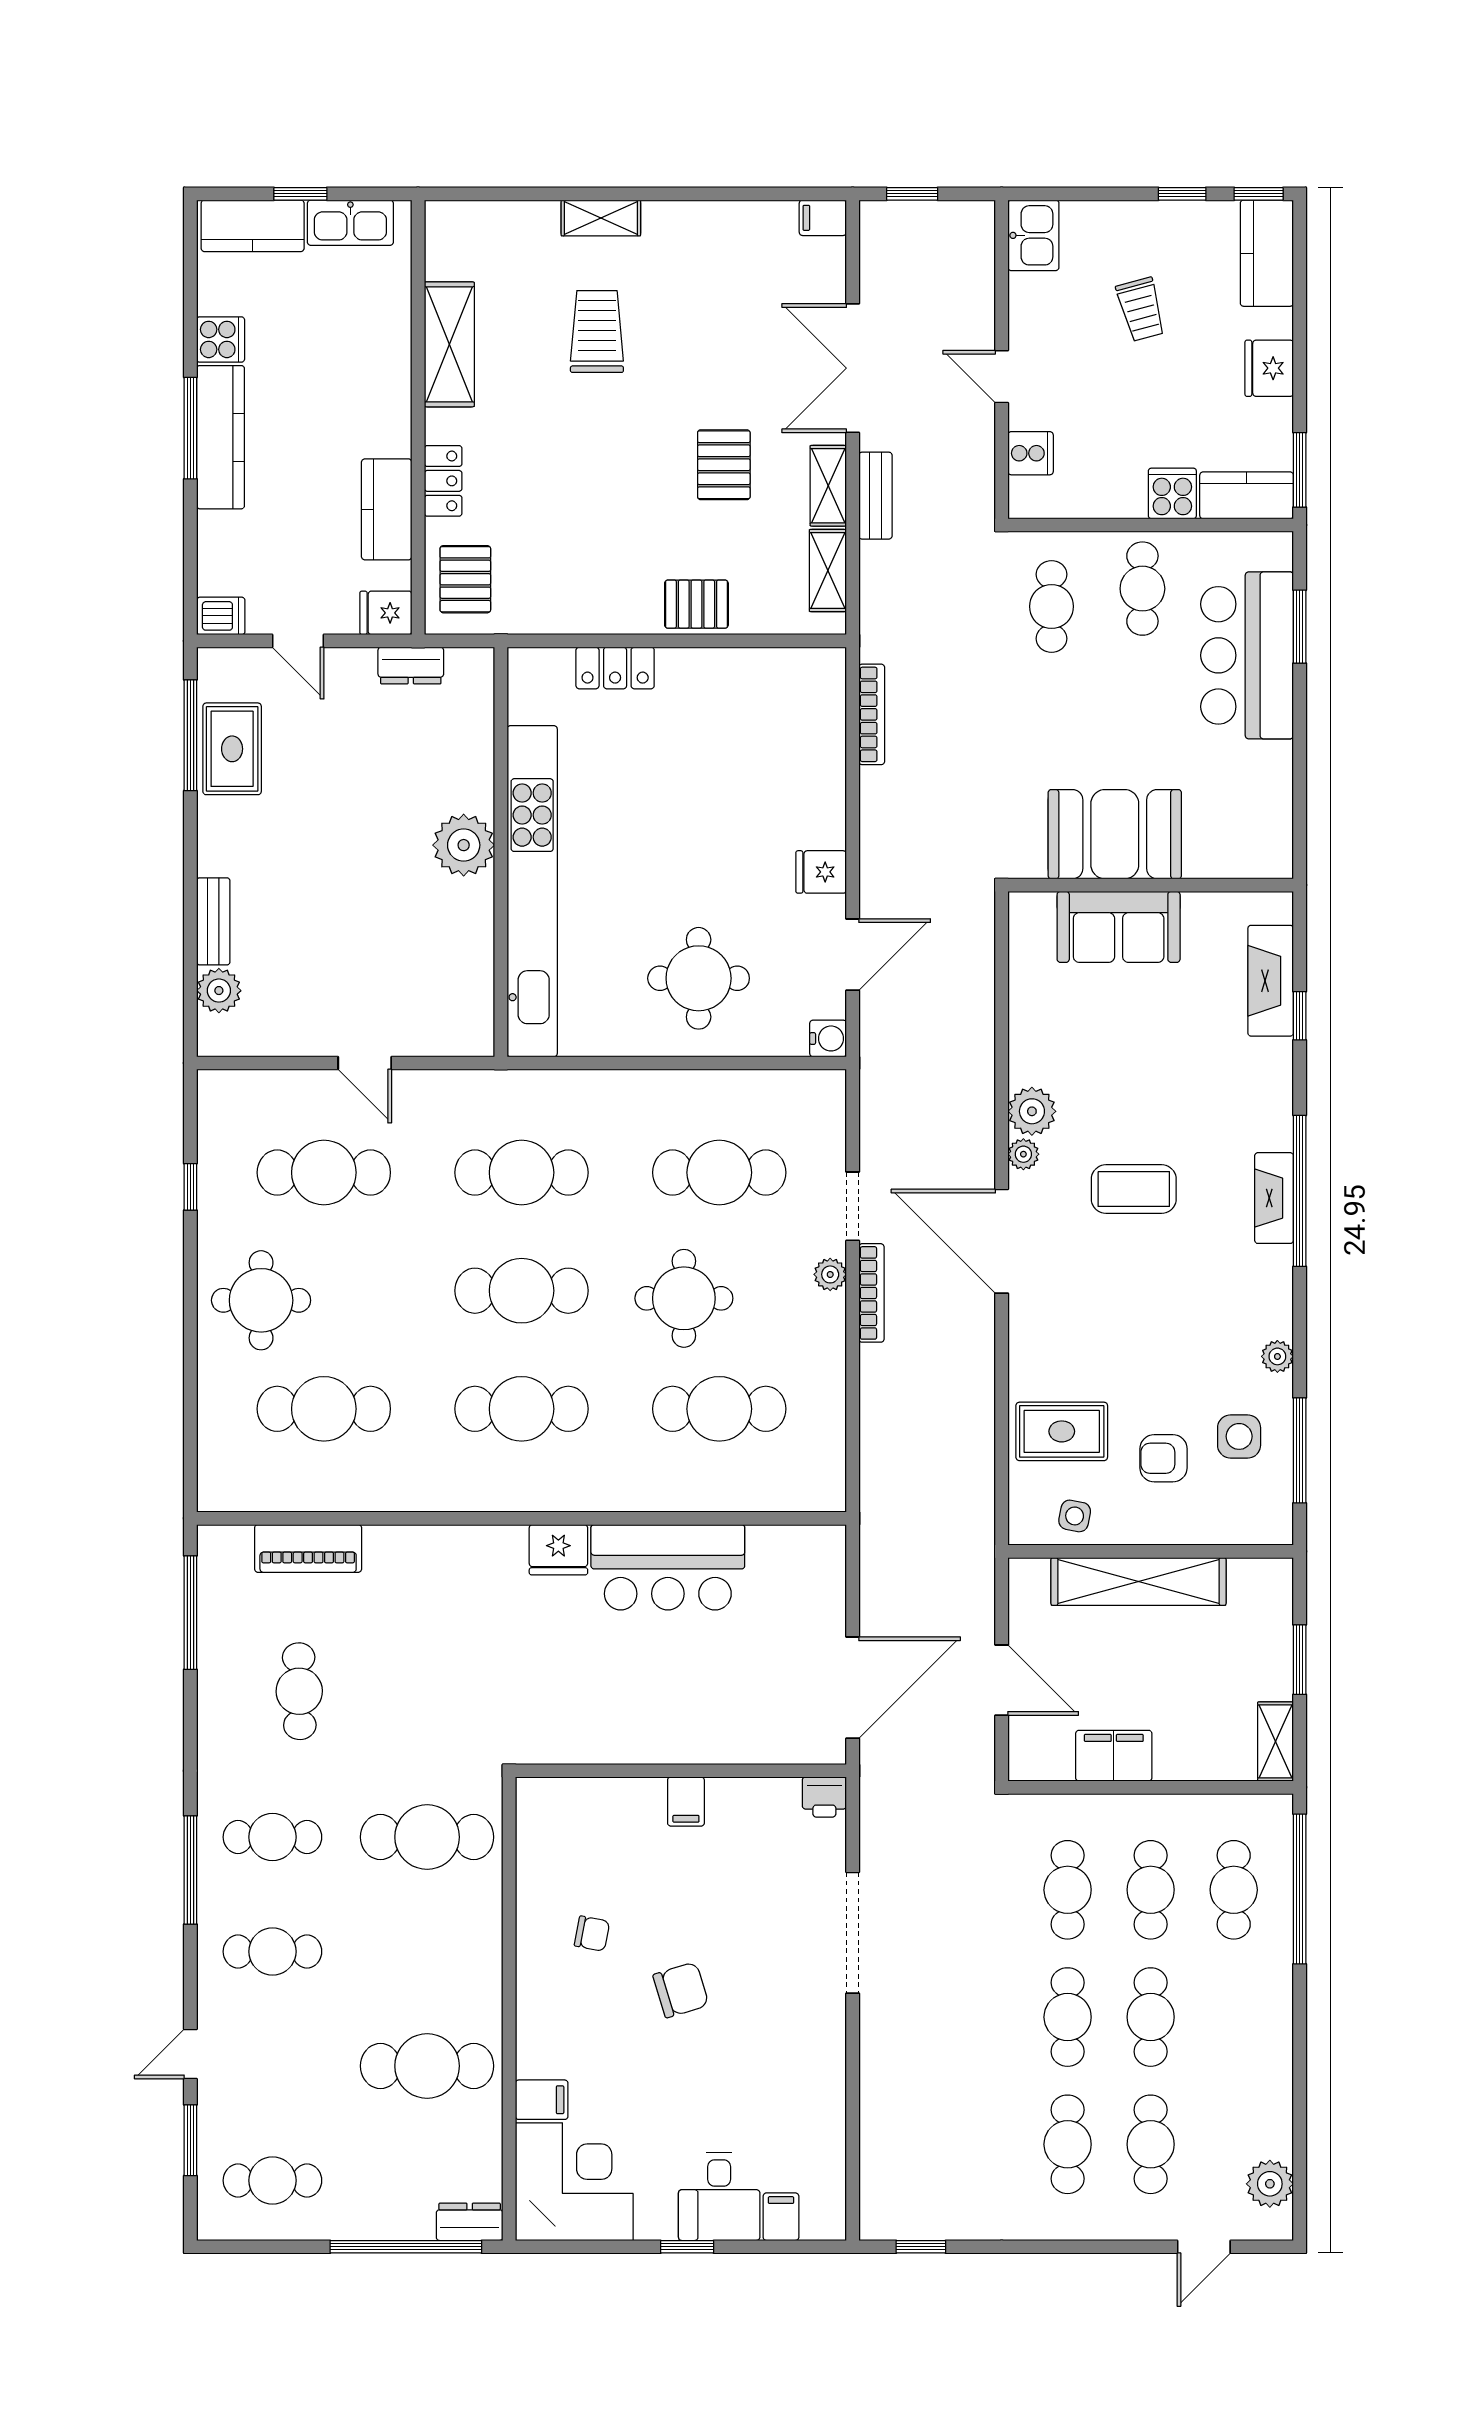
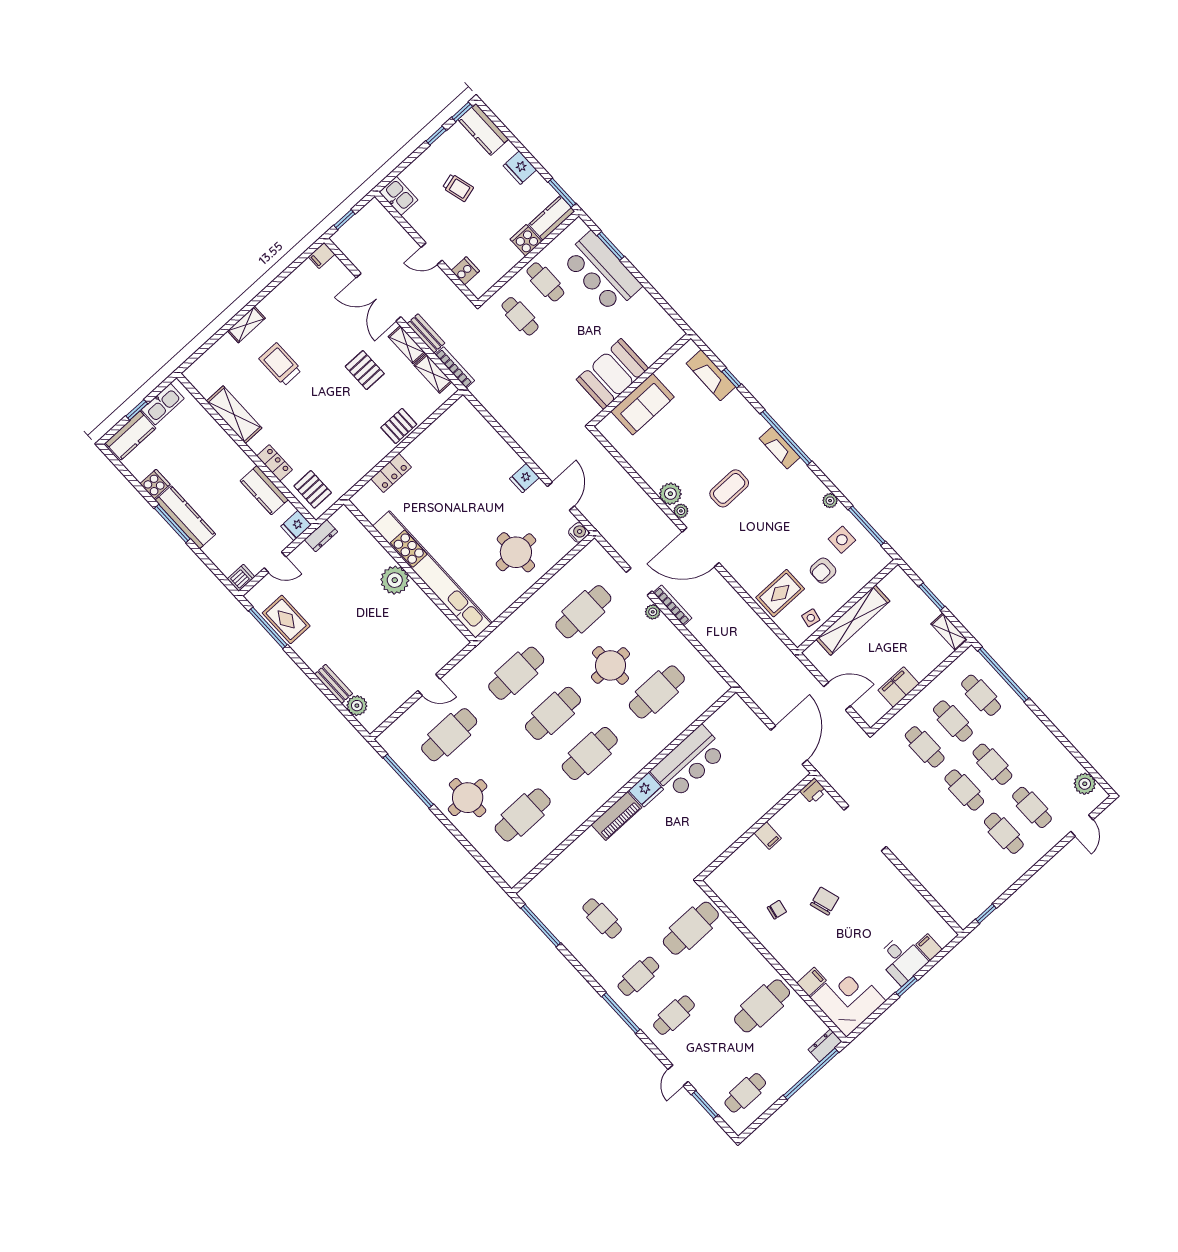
bookcase: (872, 714) -> (455, 368), moved
window: (190, 1187) -> (408, 781), width x3.17
piano: (308, 1548) -> (617, 816), moved

